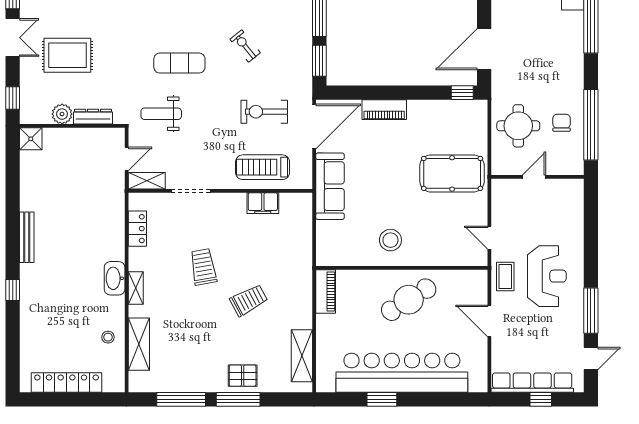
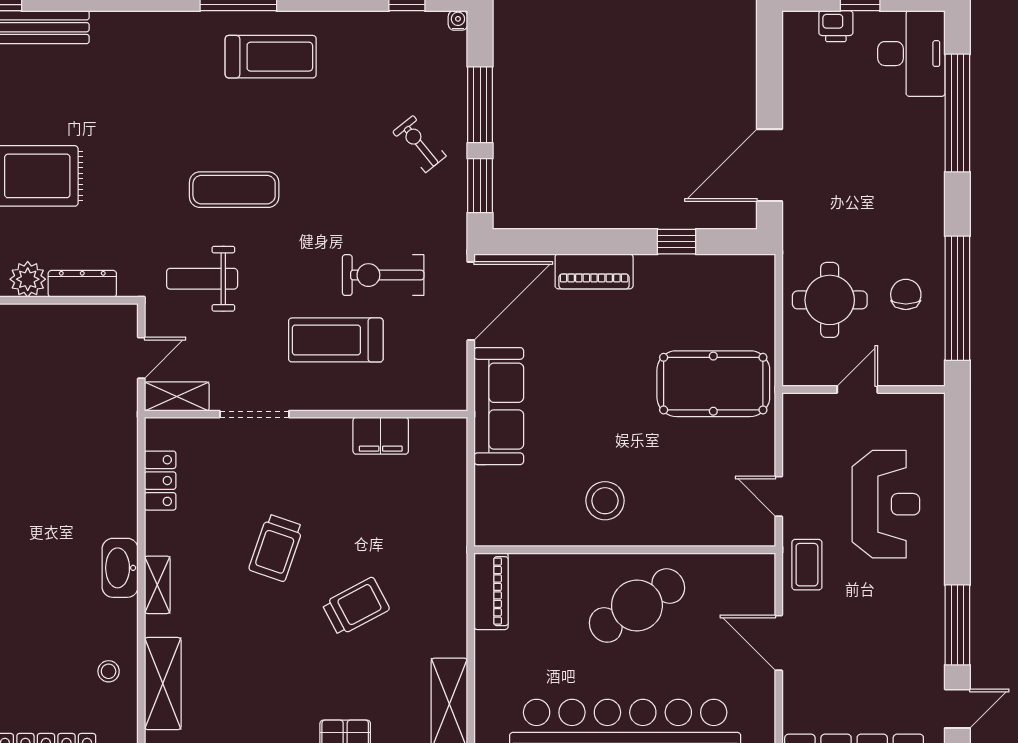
exercise bike: (245, 46) -> (419, 144), moved
window: (462, 93) -> (677, 242), moved
treadmill: (263, 167) -> (336, 340), moved
trolley: (203, 267) -> (276, 548), turned -151
reception desk: (547, 276) -> (886, 504), moved

